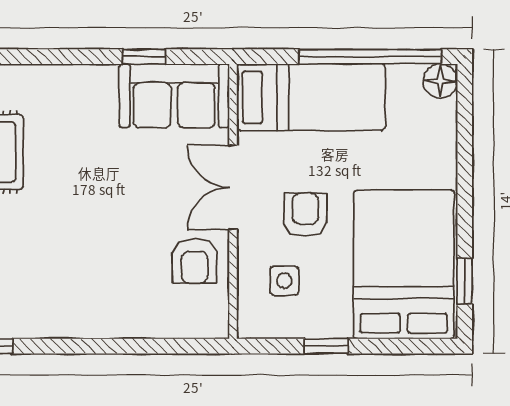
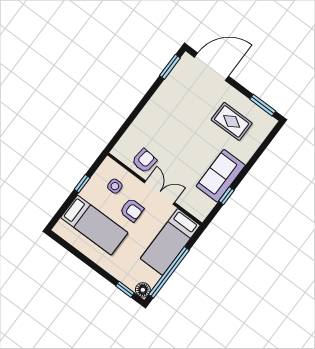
sofa: (174, 96) -> (221, 176), moved
armchair: (195, 261) -> (144, 161), turned 96
bed: (404, 264) -> (94, 225), width x0.67
window: (465, 281) -> (125, 289), moved

